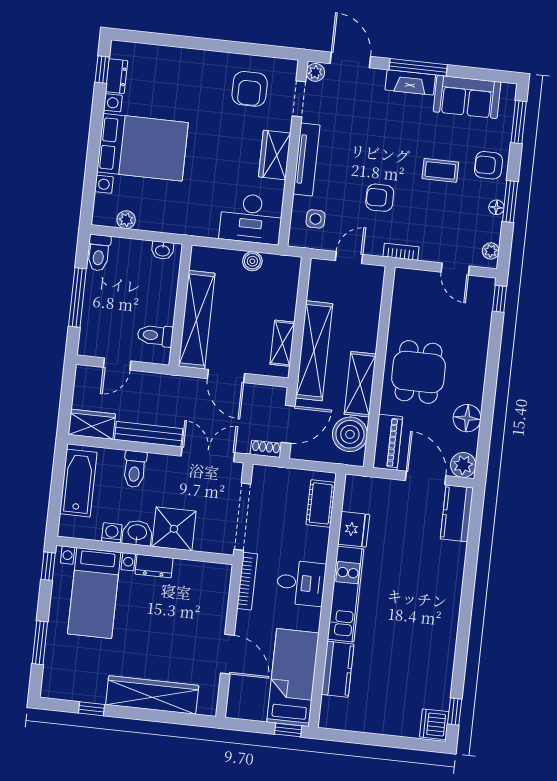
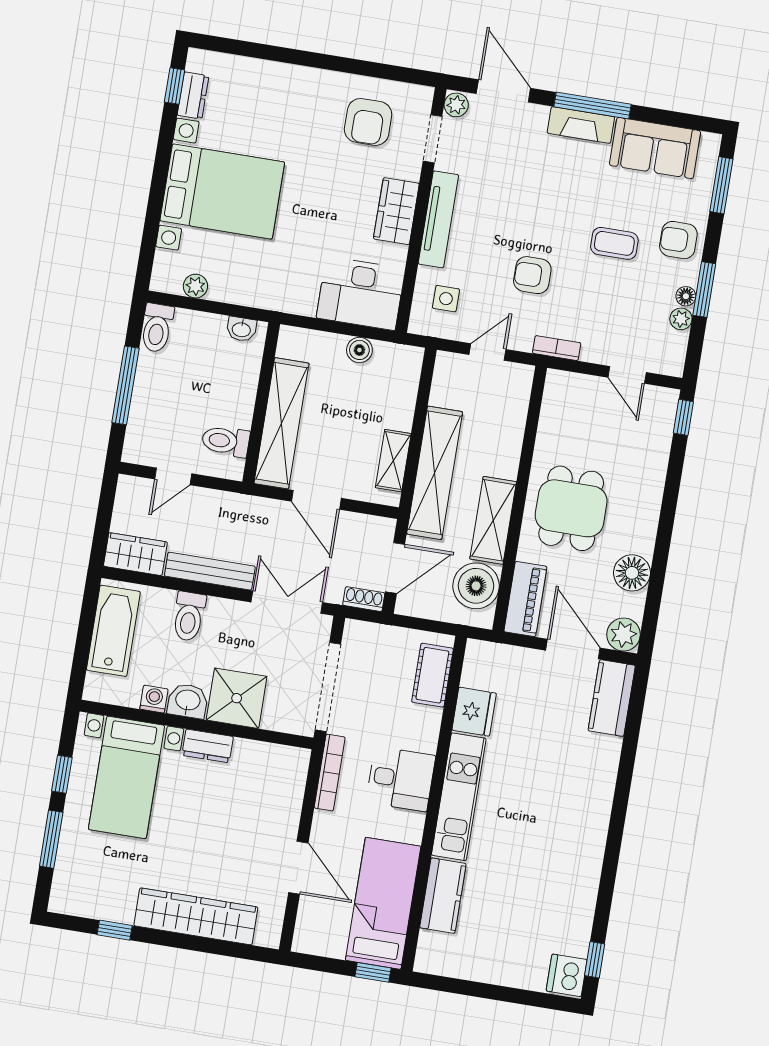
plant: (491, 251) -> (681, 319), moved
window: (48, 566) -> (62, 774), moved

